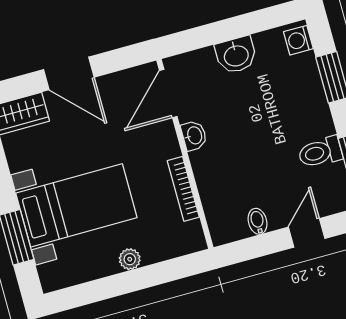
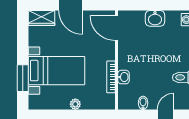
door: (168, 93) -> (117, 28), hinge flipped
washbasin: (194, 136) -> (123, 77), moved

